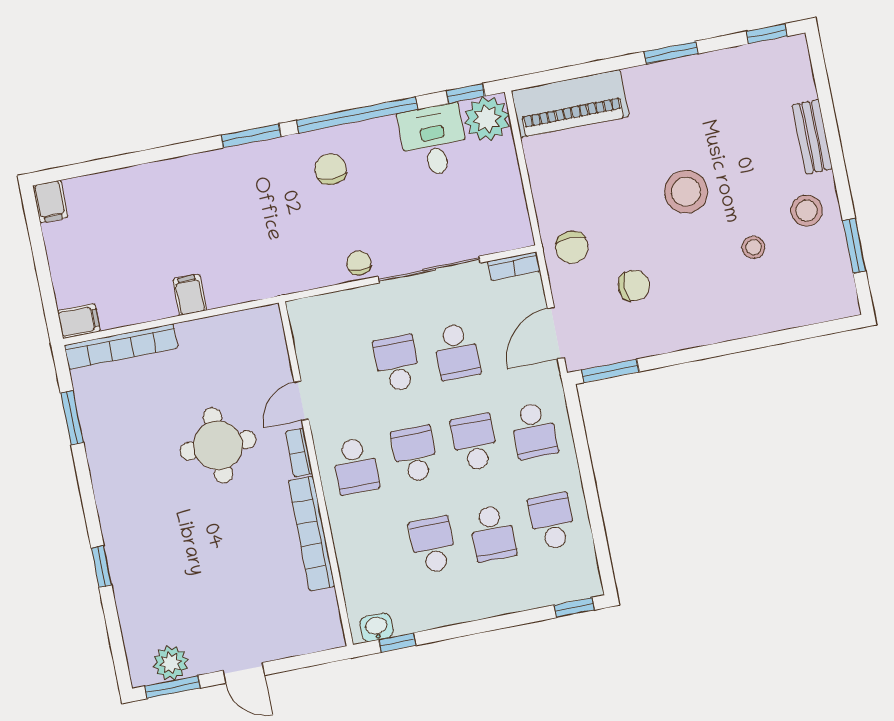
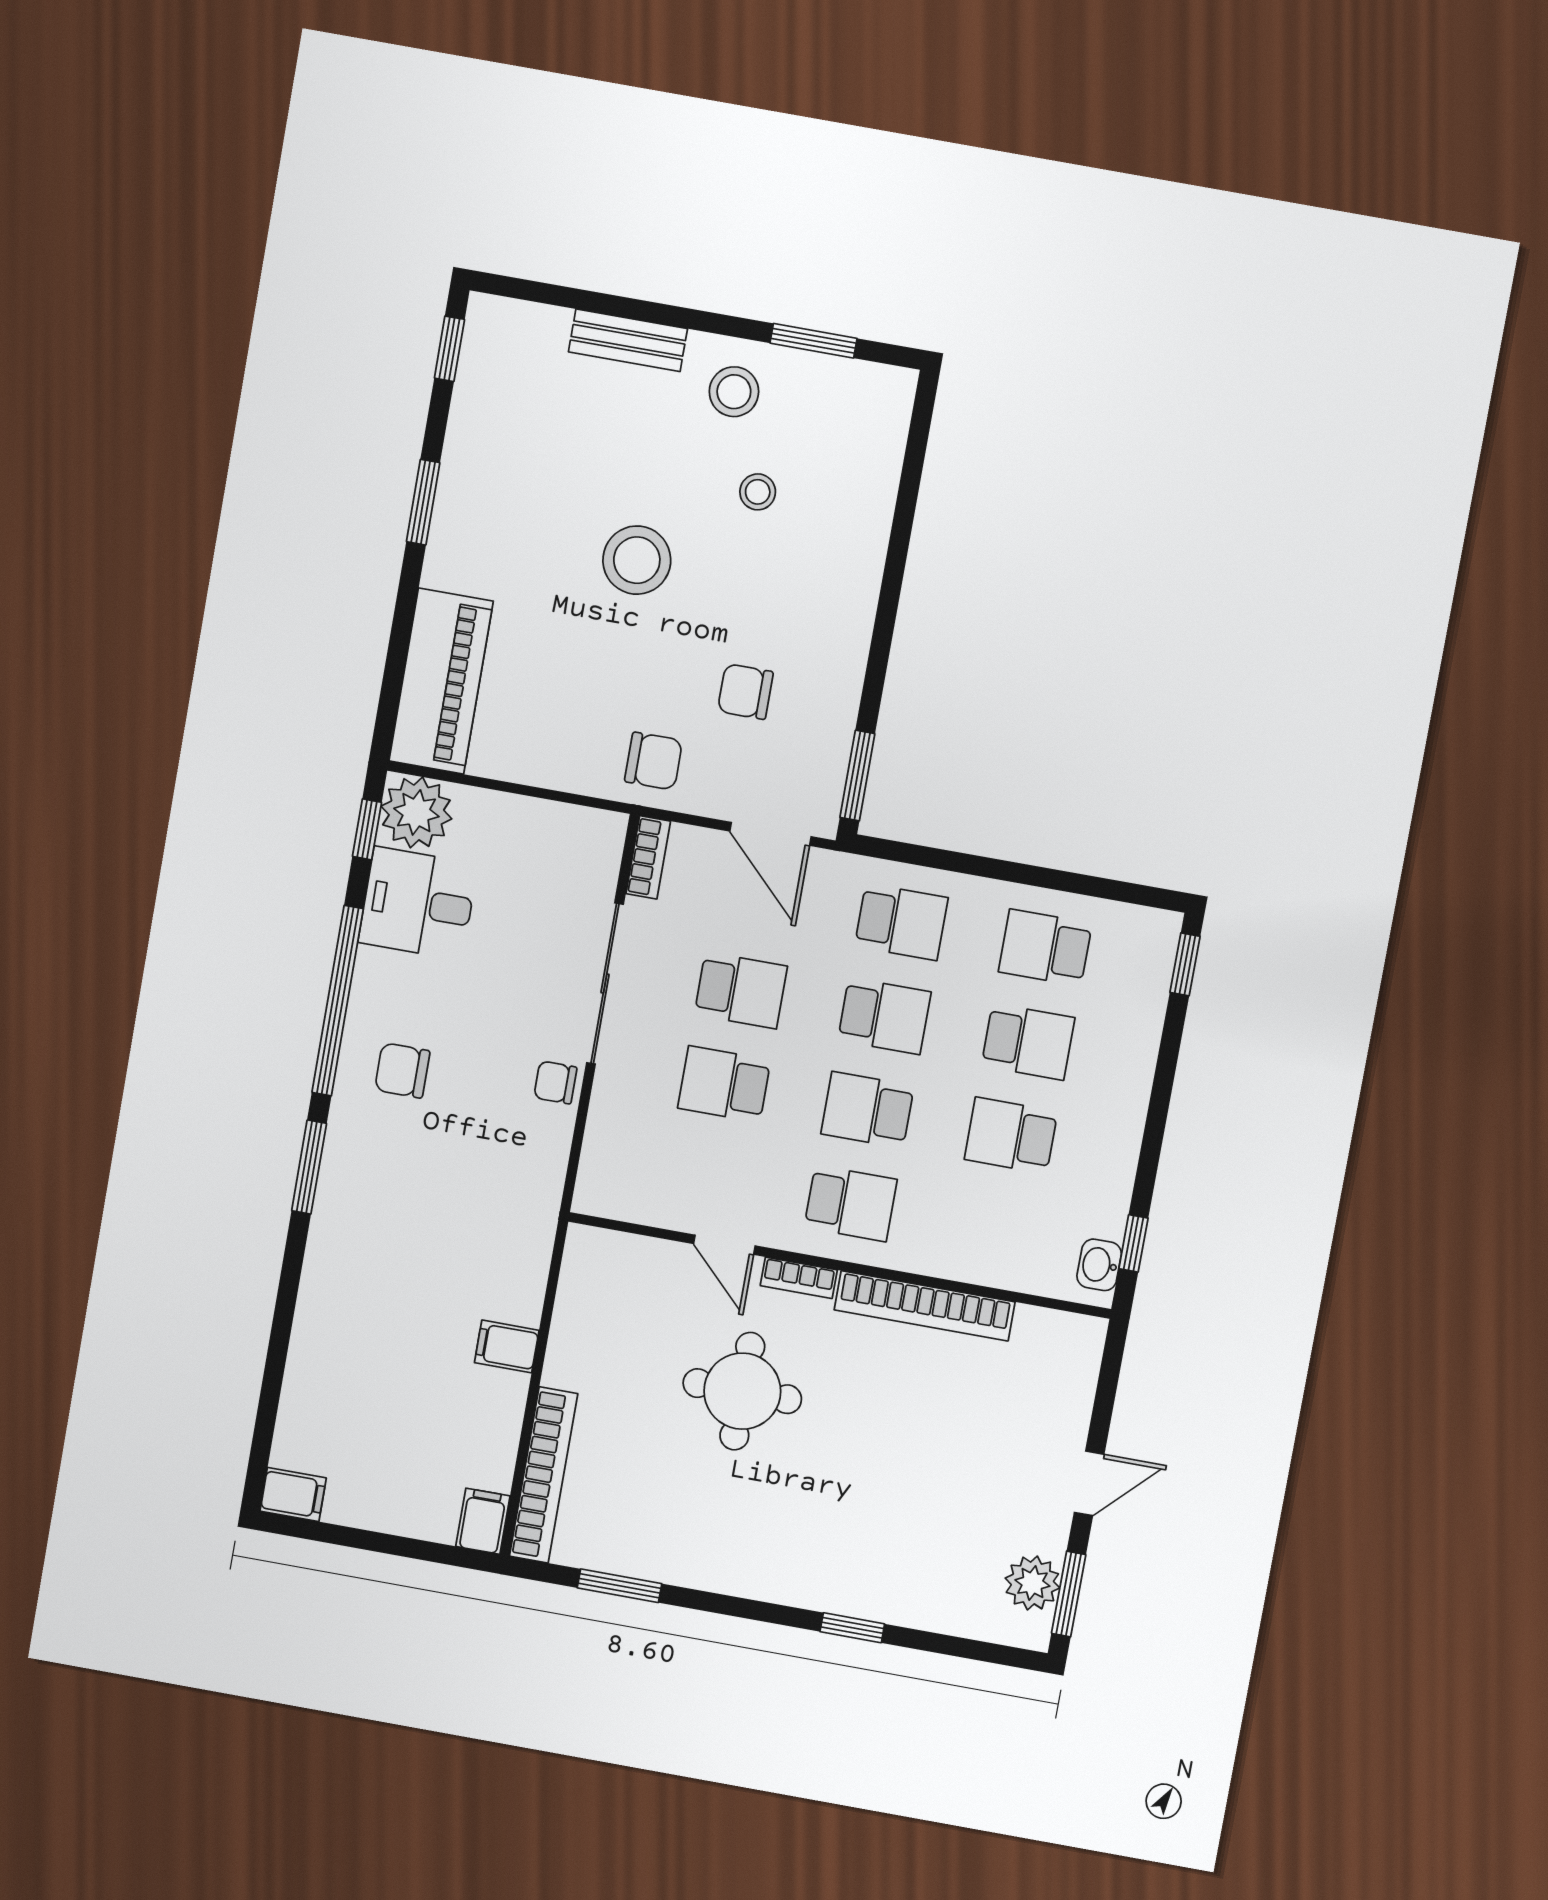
chair: (634, 286) -> (745, 692), turned -90
school desk: (474, 442) -> (884, 1016), turned 180

